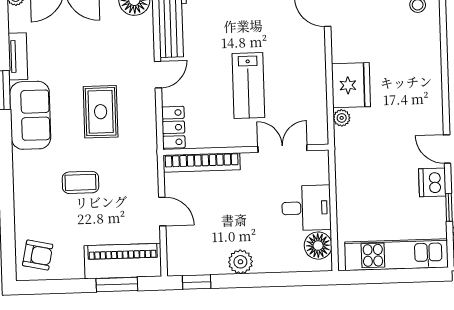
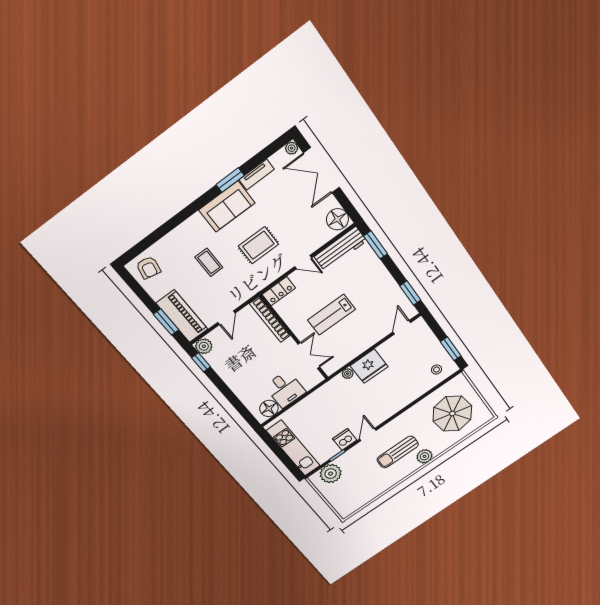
plant: (240, 262) -> (204, 346), moved

